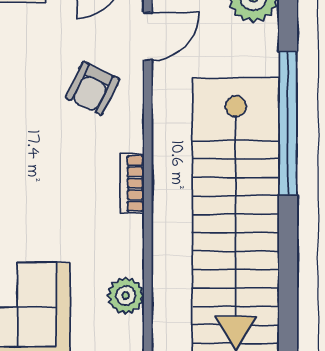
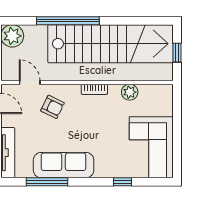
plant: (126, 296) -> (130, 92), moved

